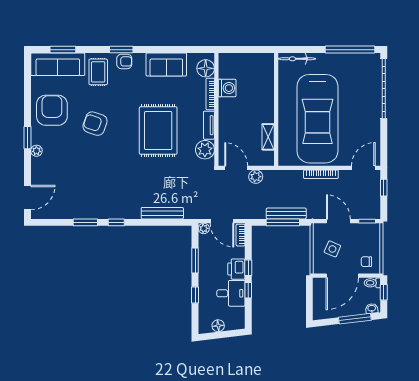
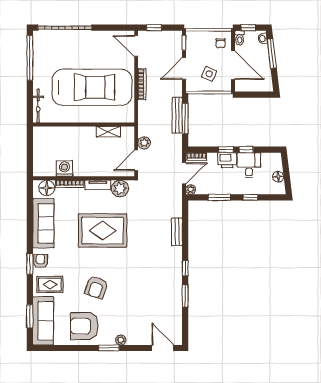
sofa: (166, 64) -> (43, 223), width x1.36
bench: (162, 213) -> (177, 232), width x0.73

